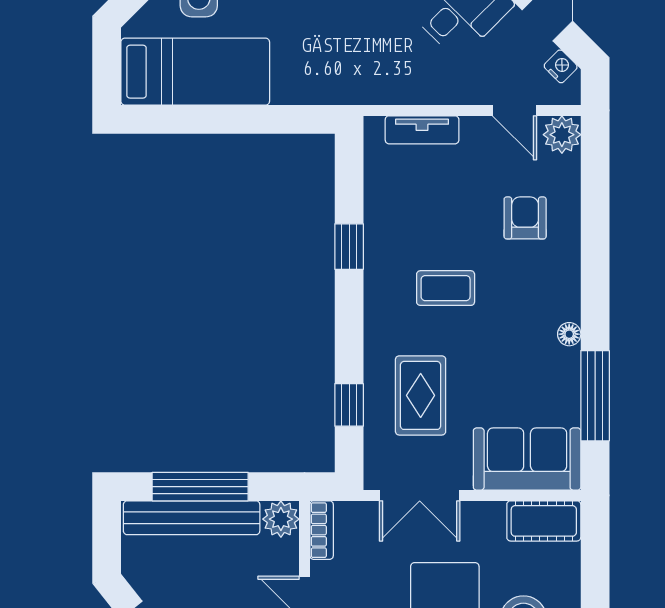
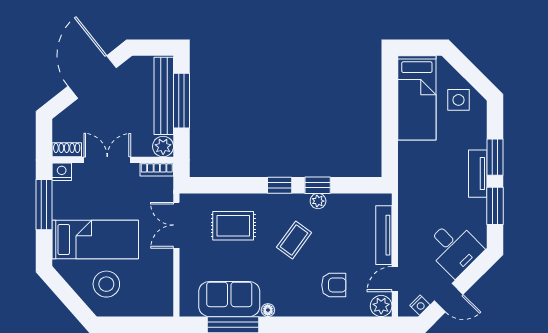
tv unit: (422, 130) -> (384, 235), width x1.41
plant: (377, 246) -> (318, 201), added
coffee table: (446, 288) -> (294, 240), turned 36
window: (349, 405) -> (280, 185), moved
sofa: (527, 459) -> (229, 299), moved, turned -90
cot: (544, 521) -> (162, 296), removed

